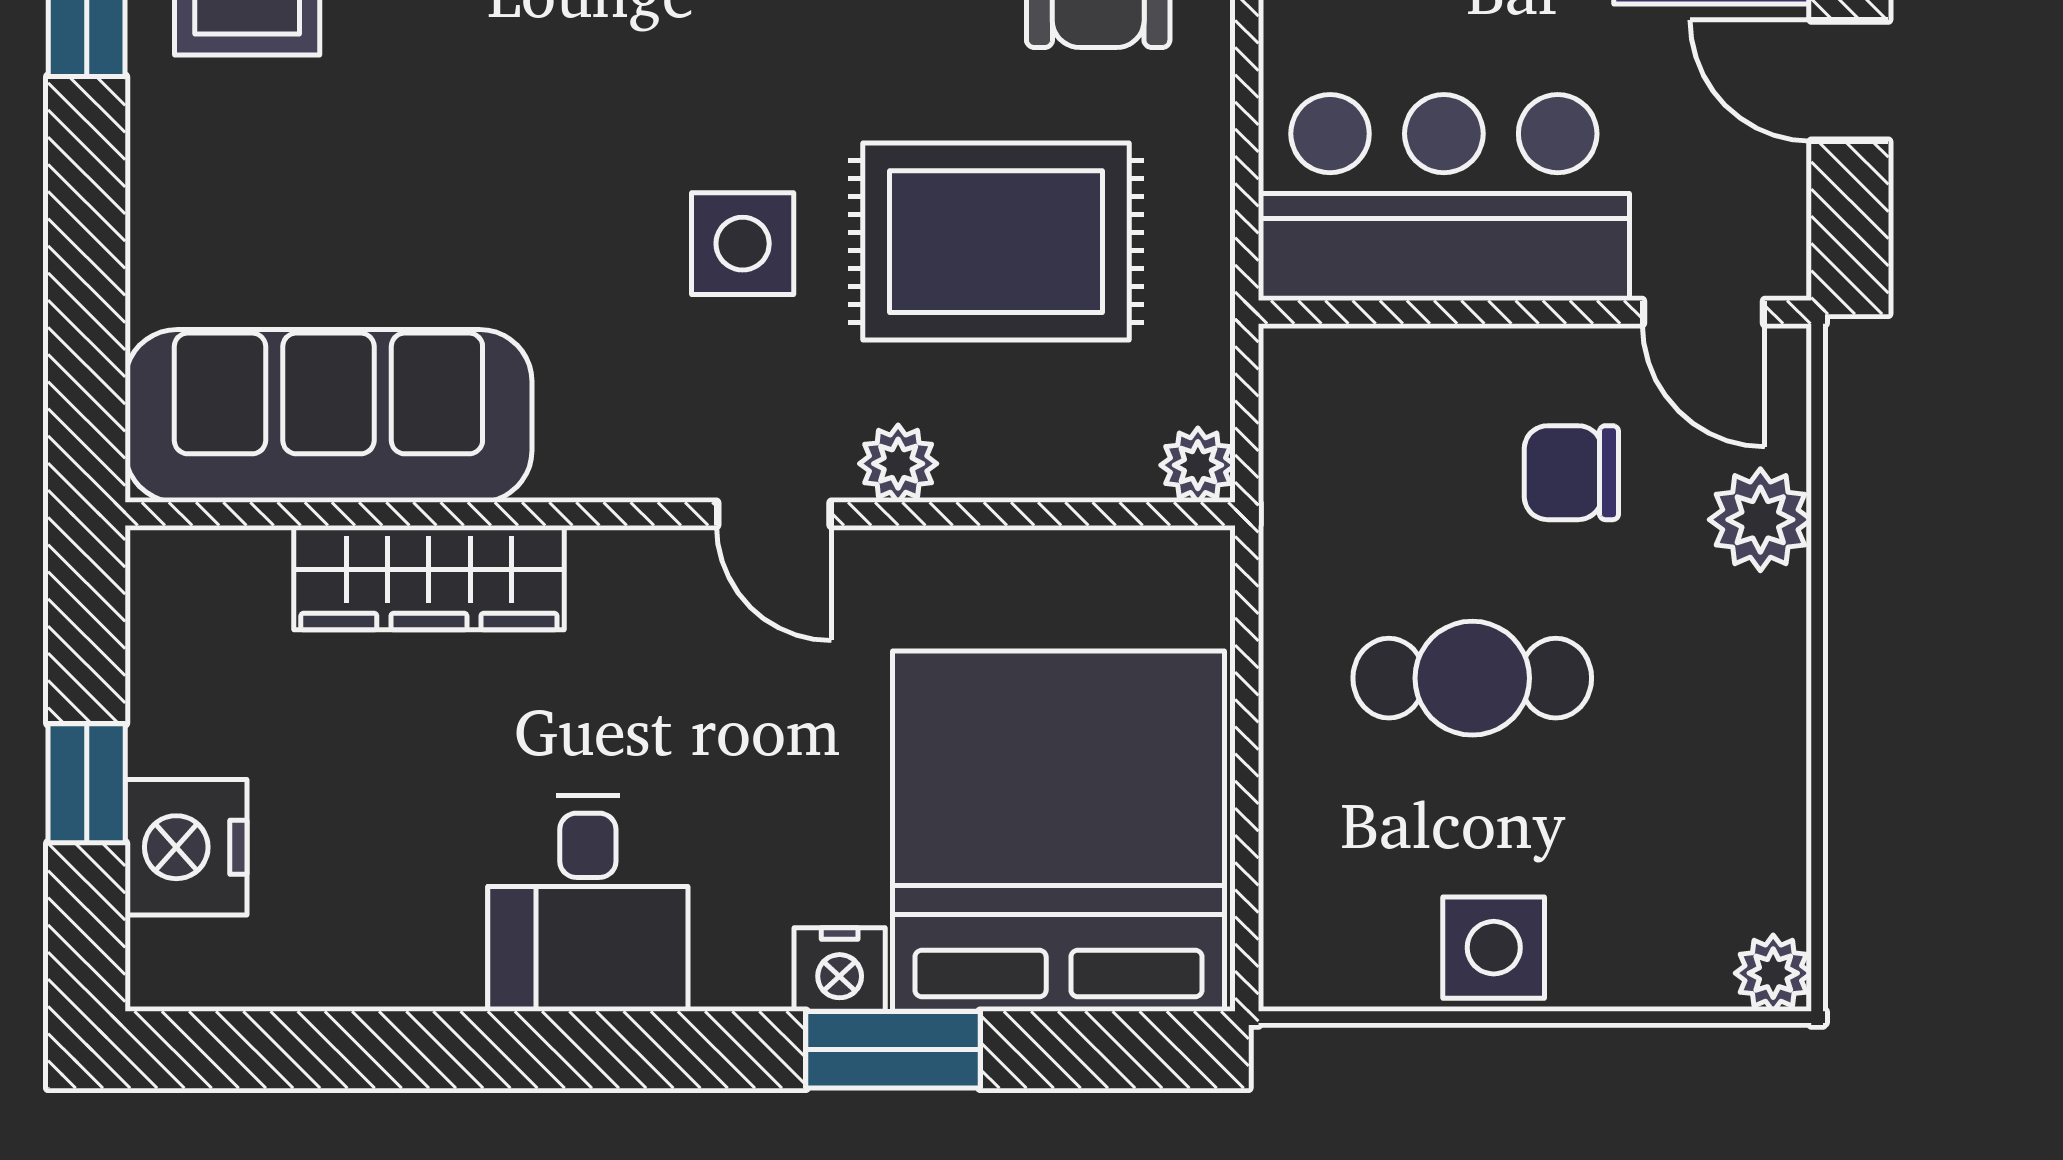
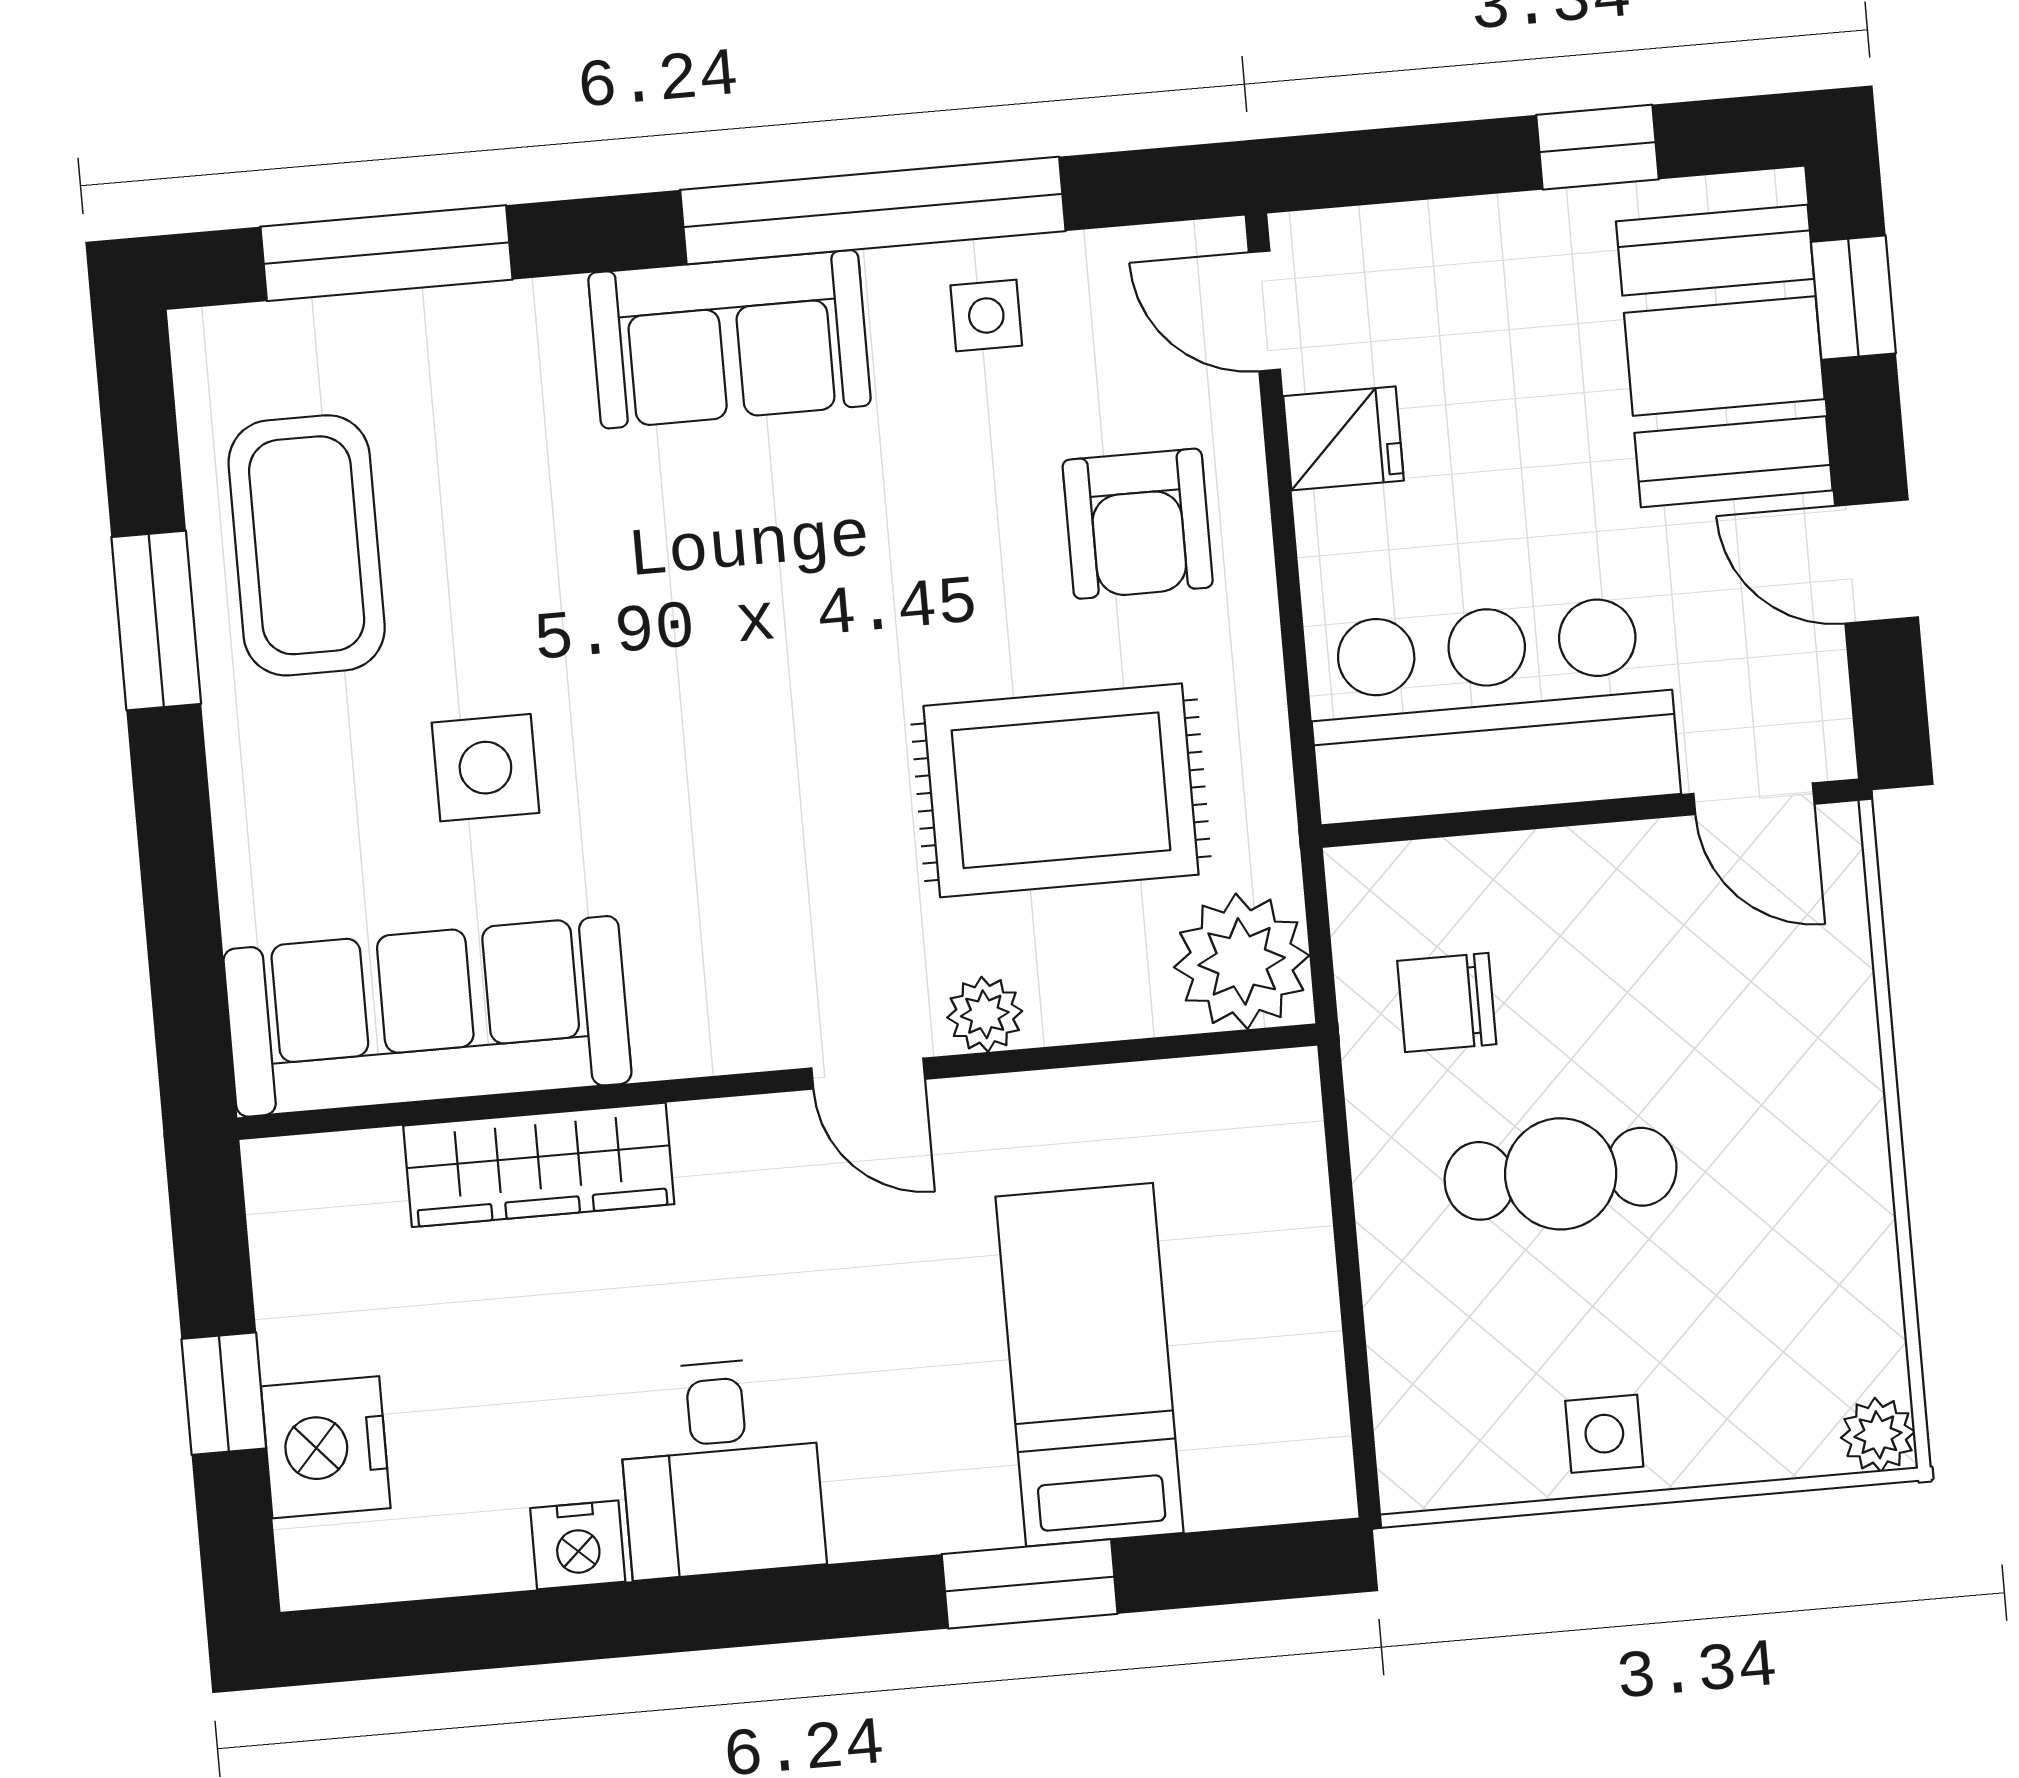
side table: (743, 244) -> (485, 768), moved
plant: (1198, 465) -> (1242, 961), width x1.88, depth x1.88
chair: (1571, 473) -> (1447, 1003), moved
plant: (1760, 520) -> (1827, 995), removed
bed: (1059, 831) -> (1090, 1365), width x0.49
side table: (1494, 948) -> (1604, 1434), width x0.73, depth x0.73
nightstand: (840, 970) -> (578, 1545), moved

